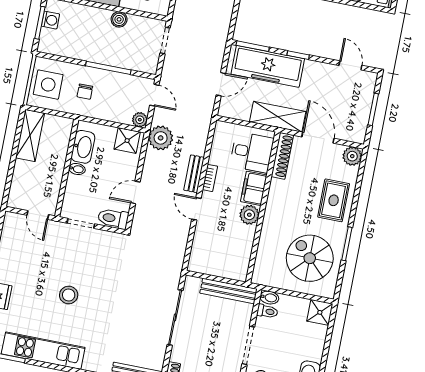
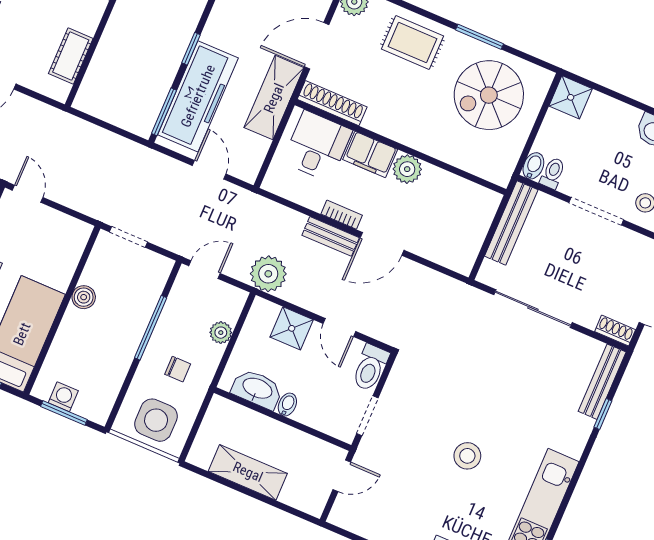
plant: (140, 120) -> (221, 333), moved
shelving: (30, 135) -> (248, 472), moved
shower: (127, 141) -> (292, 328), moved
door: (196, 209) -> (382, 244), width x1.38

